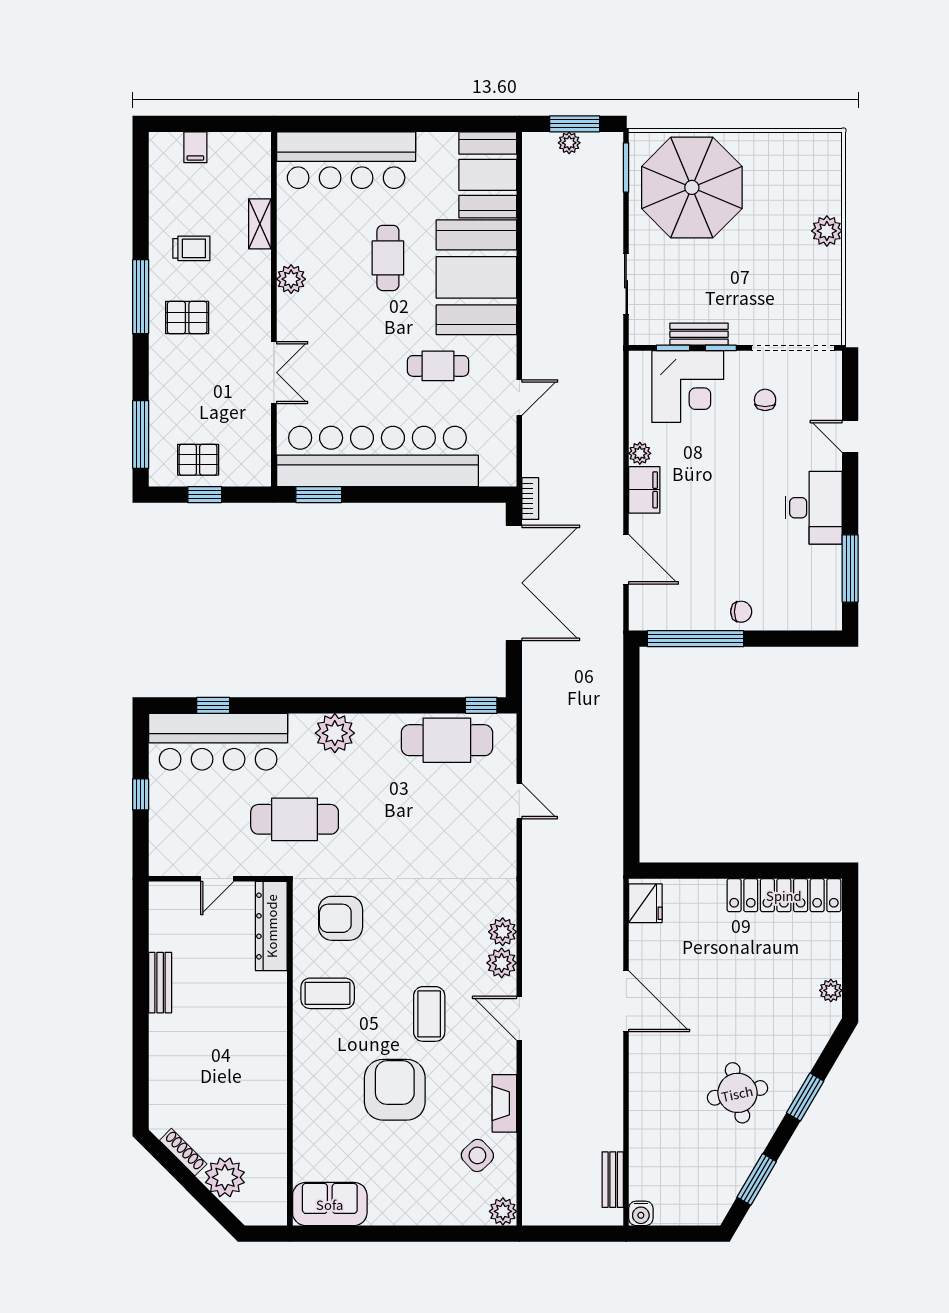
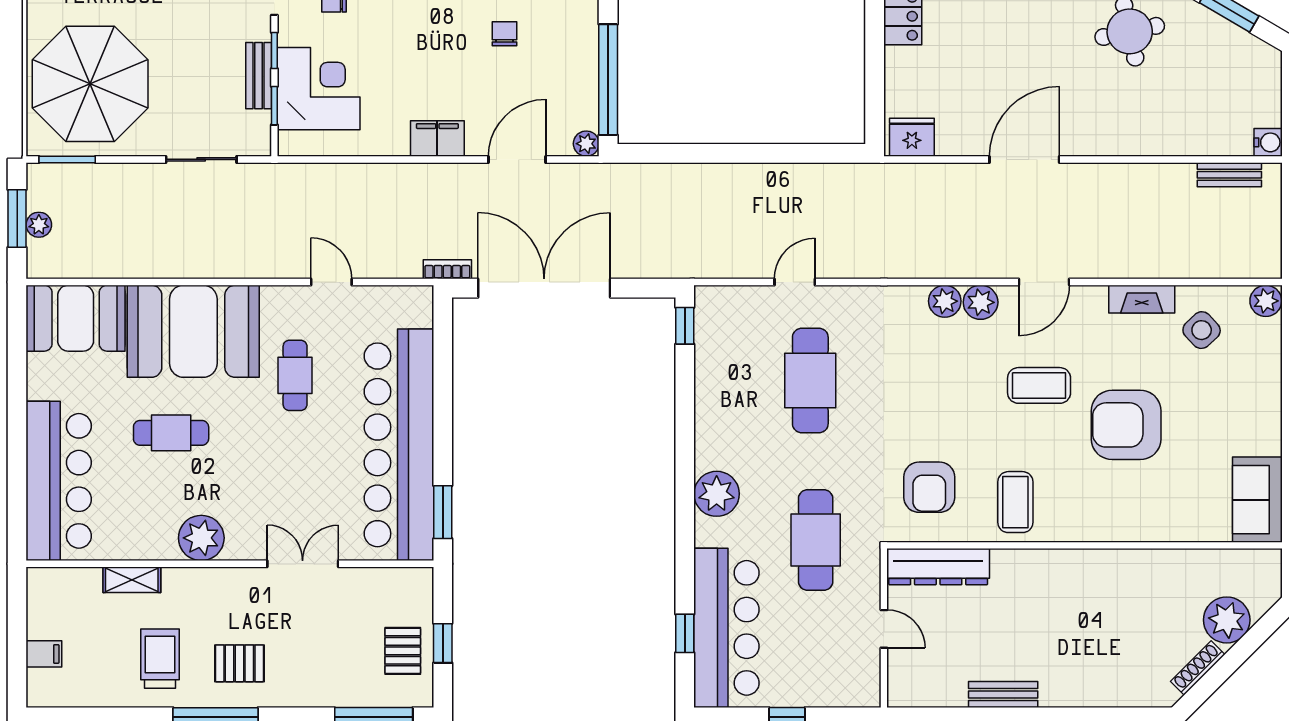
trolley: (191, 248) -> (160, 659), width x1.36, depth x1.39
plant: (291, 279) -> (201, 538), width x1.36, depth x1.36
pallet: (187, 318) -> (239, 663), turned 90
plant: (640, 453) -> (586, 144), moved
chair: (741, 612) -> (504, 34), moved
cafe table: (447, 740) -> (810, 380), moved

